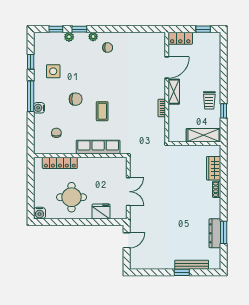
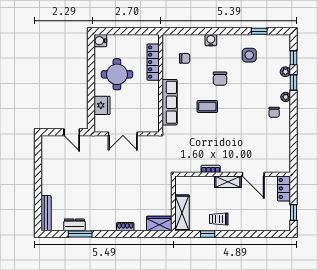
window: (31, 96) -> (223, 31), removed
wardrobe: (214, 168) -> (159, 223), moved
dresser: (215, 233) -> (74, 225), width x0.70
bench: (192, 265) -> (46, 213), moved
window: (182, 272) -> (38, 190), removed

